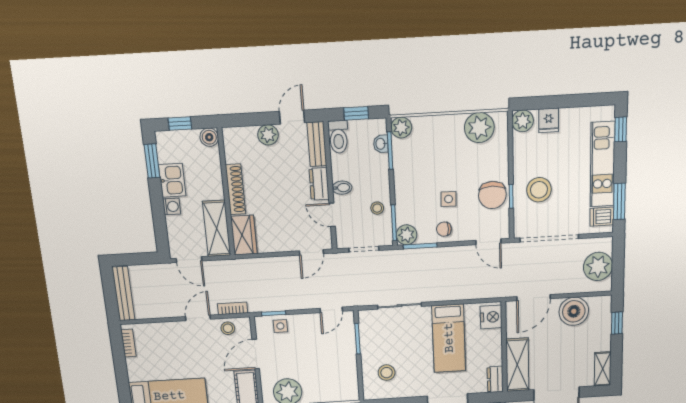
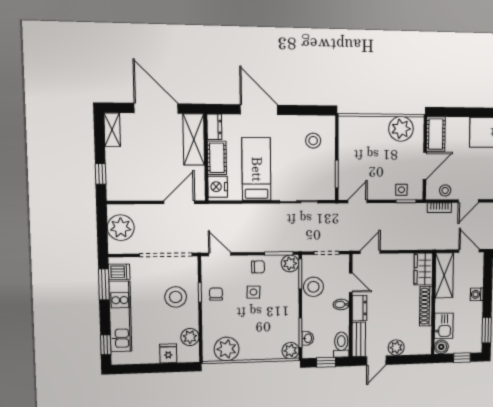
plant: (523, 121) -> (190, 337), moved
kitchen sink: (172, 180) -> (444, 326), moved, turned 180
chair: (492, 195) -> (216, 294), width x0.54, depth x0.54
stool: (377, 208) -> (313, 287), width x1.89, depth x1.89
boiler: (574, 311) -> (142, 187), removed
cot: (492, 348) -> (217, 158), added

